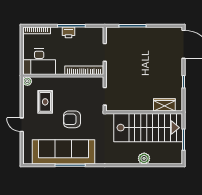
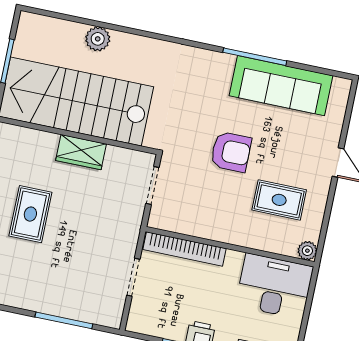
rug: (158, 71) -> (30, 214), added
rug: (45, 102) -> (279, 200), turned 90
wardrobe: (164, 105) -> (81, 152), moved
sofa: (63, 152) -> (281, 86), width x0.74, depth x0.79

